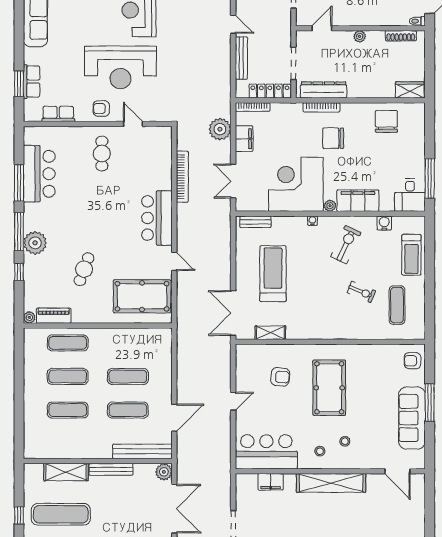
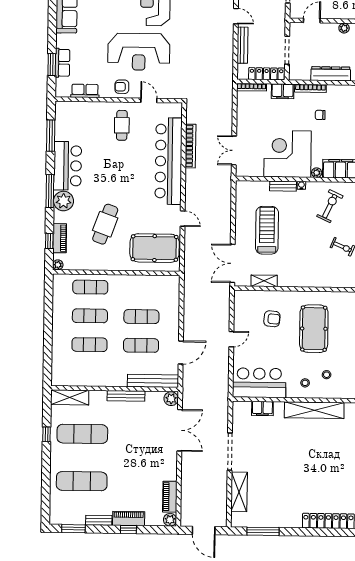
dresser: (324, 90) -> (331, 74), moved
plant: (220, 129) -> (223, 106), removed
chair: (333, 138) -> (320, 115), width x0.54, depth x0.54
filing cabinet: (244, 139) -> (283, 91), moved, turned 90
bar counter: (39, 174) -> (68, 166), moved
window: (19, 183) -> (51, 136), moved
bar counter: (157, 218) -> (169, 161), width x1.86
bench: (255, 222) -> (283, 186), moved
cafe table: (84, 269) -> (105, 224), width x1.37, depth x1.35
window: (19, 272) -> (49, 241), moved
piano: (54, 316) -> (60, 238), moved, turned 90
shelving: (66, 472) -> (70, 397), moved

